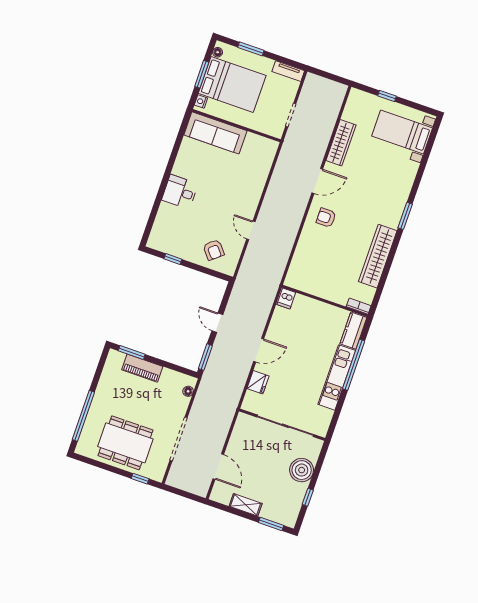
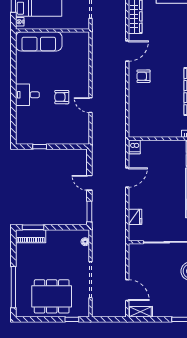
armchair: (214, 250) -> (62, 97), moved, turned 130
door: (259, 350) -> (127, 178), moved
piano: (142, 368) -> (31, 236), moved
shelving: (246, 505) -> (140, 312), moved

